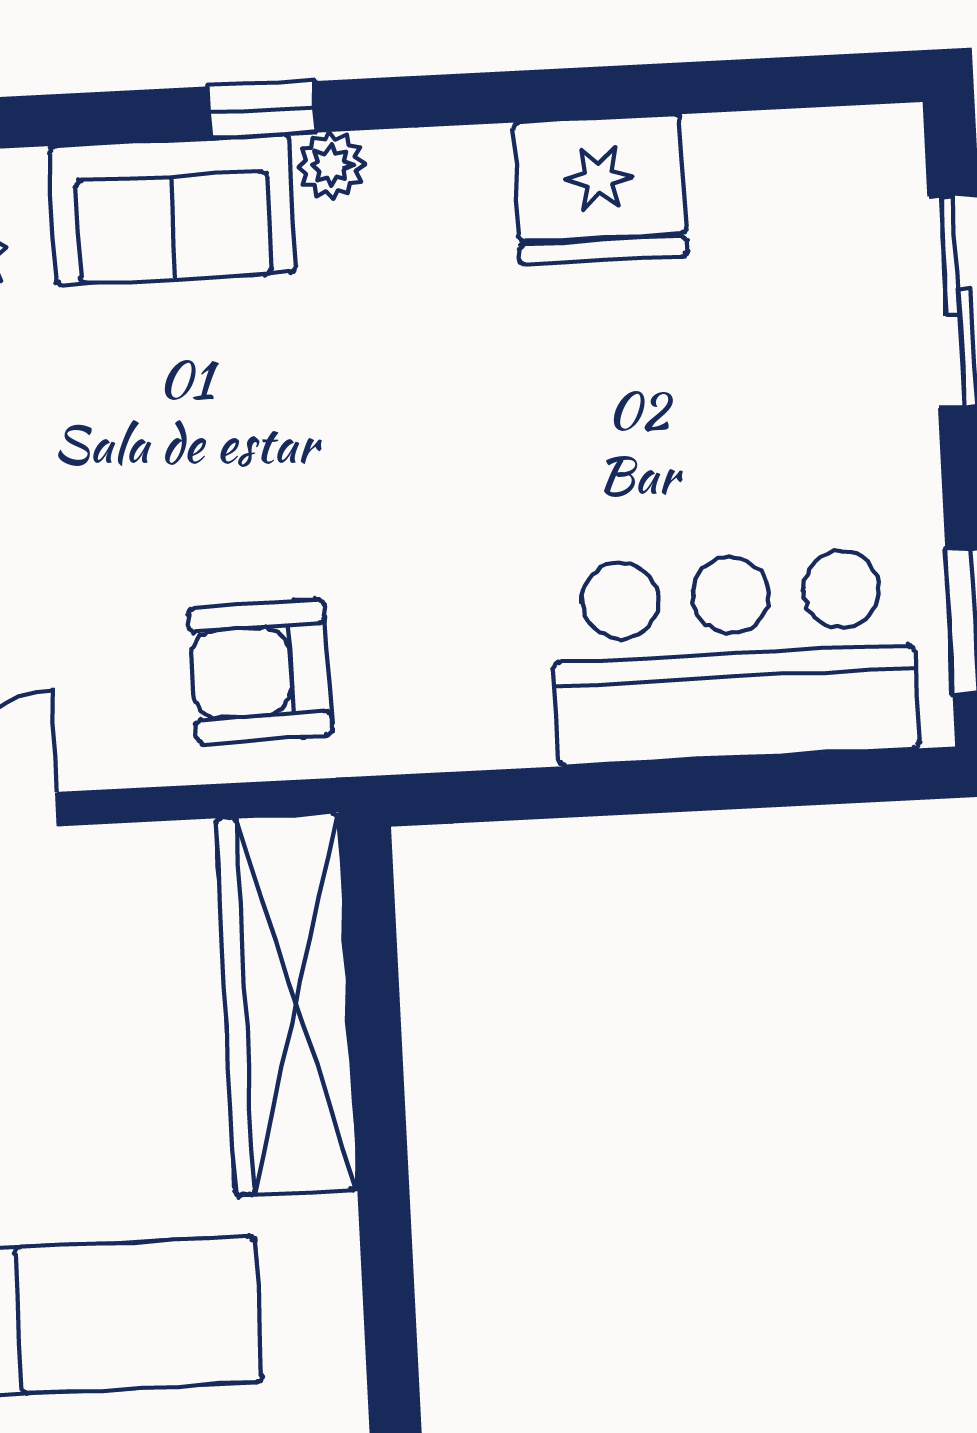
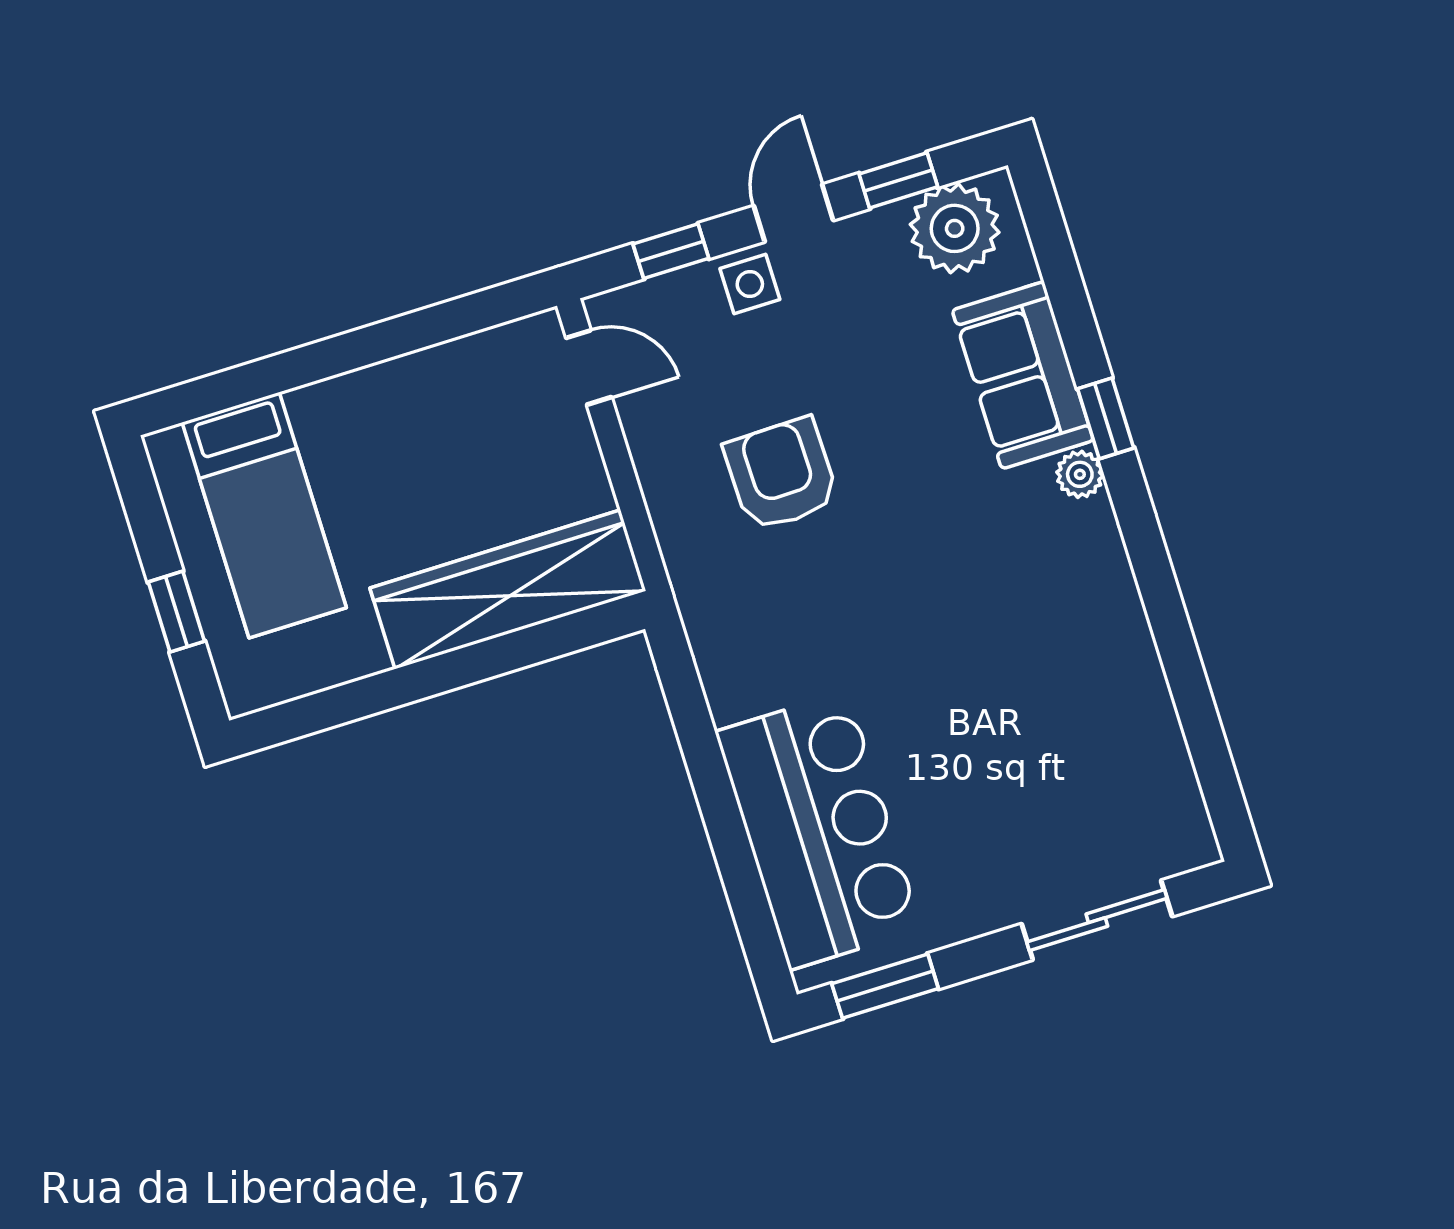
fridge: (600, 189) -> (1110, 659), removed
armchair: (260, 671) -> (781, 474), moved

